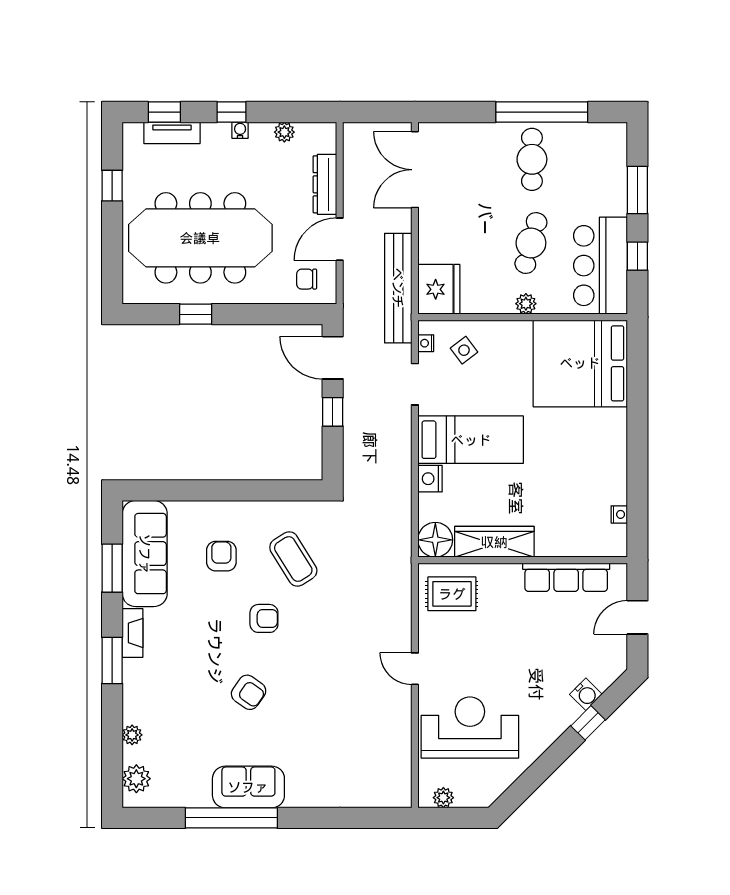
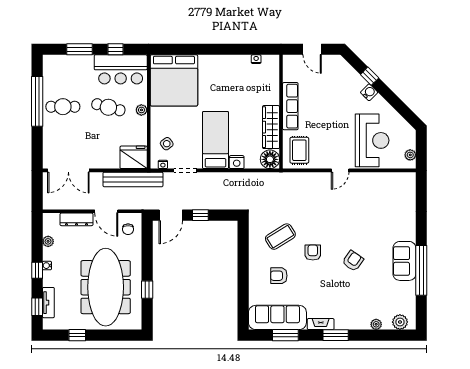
row of seats: (566, 577) -> (290, 106), moved
water cooler: (586, 694) -> (369, 92), moved
reception desk: (470, 728) -> (372, 140), turned 180

